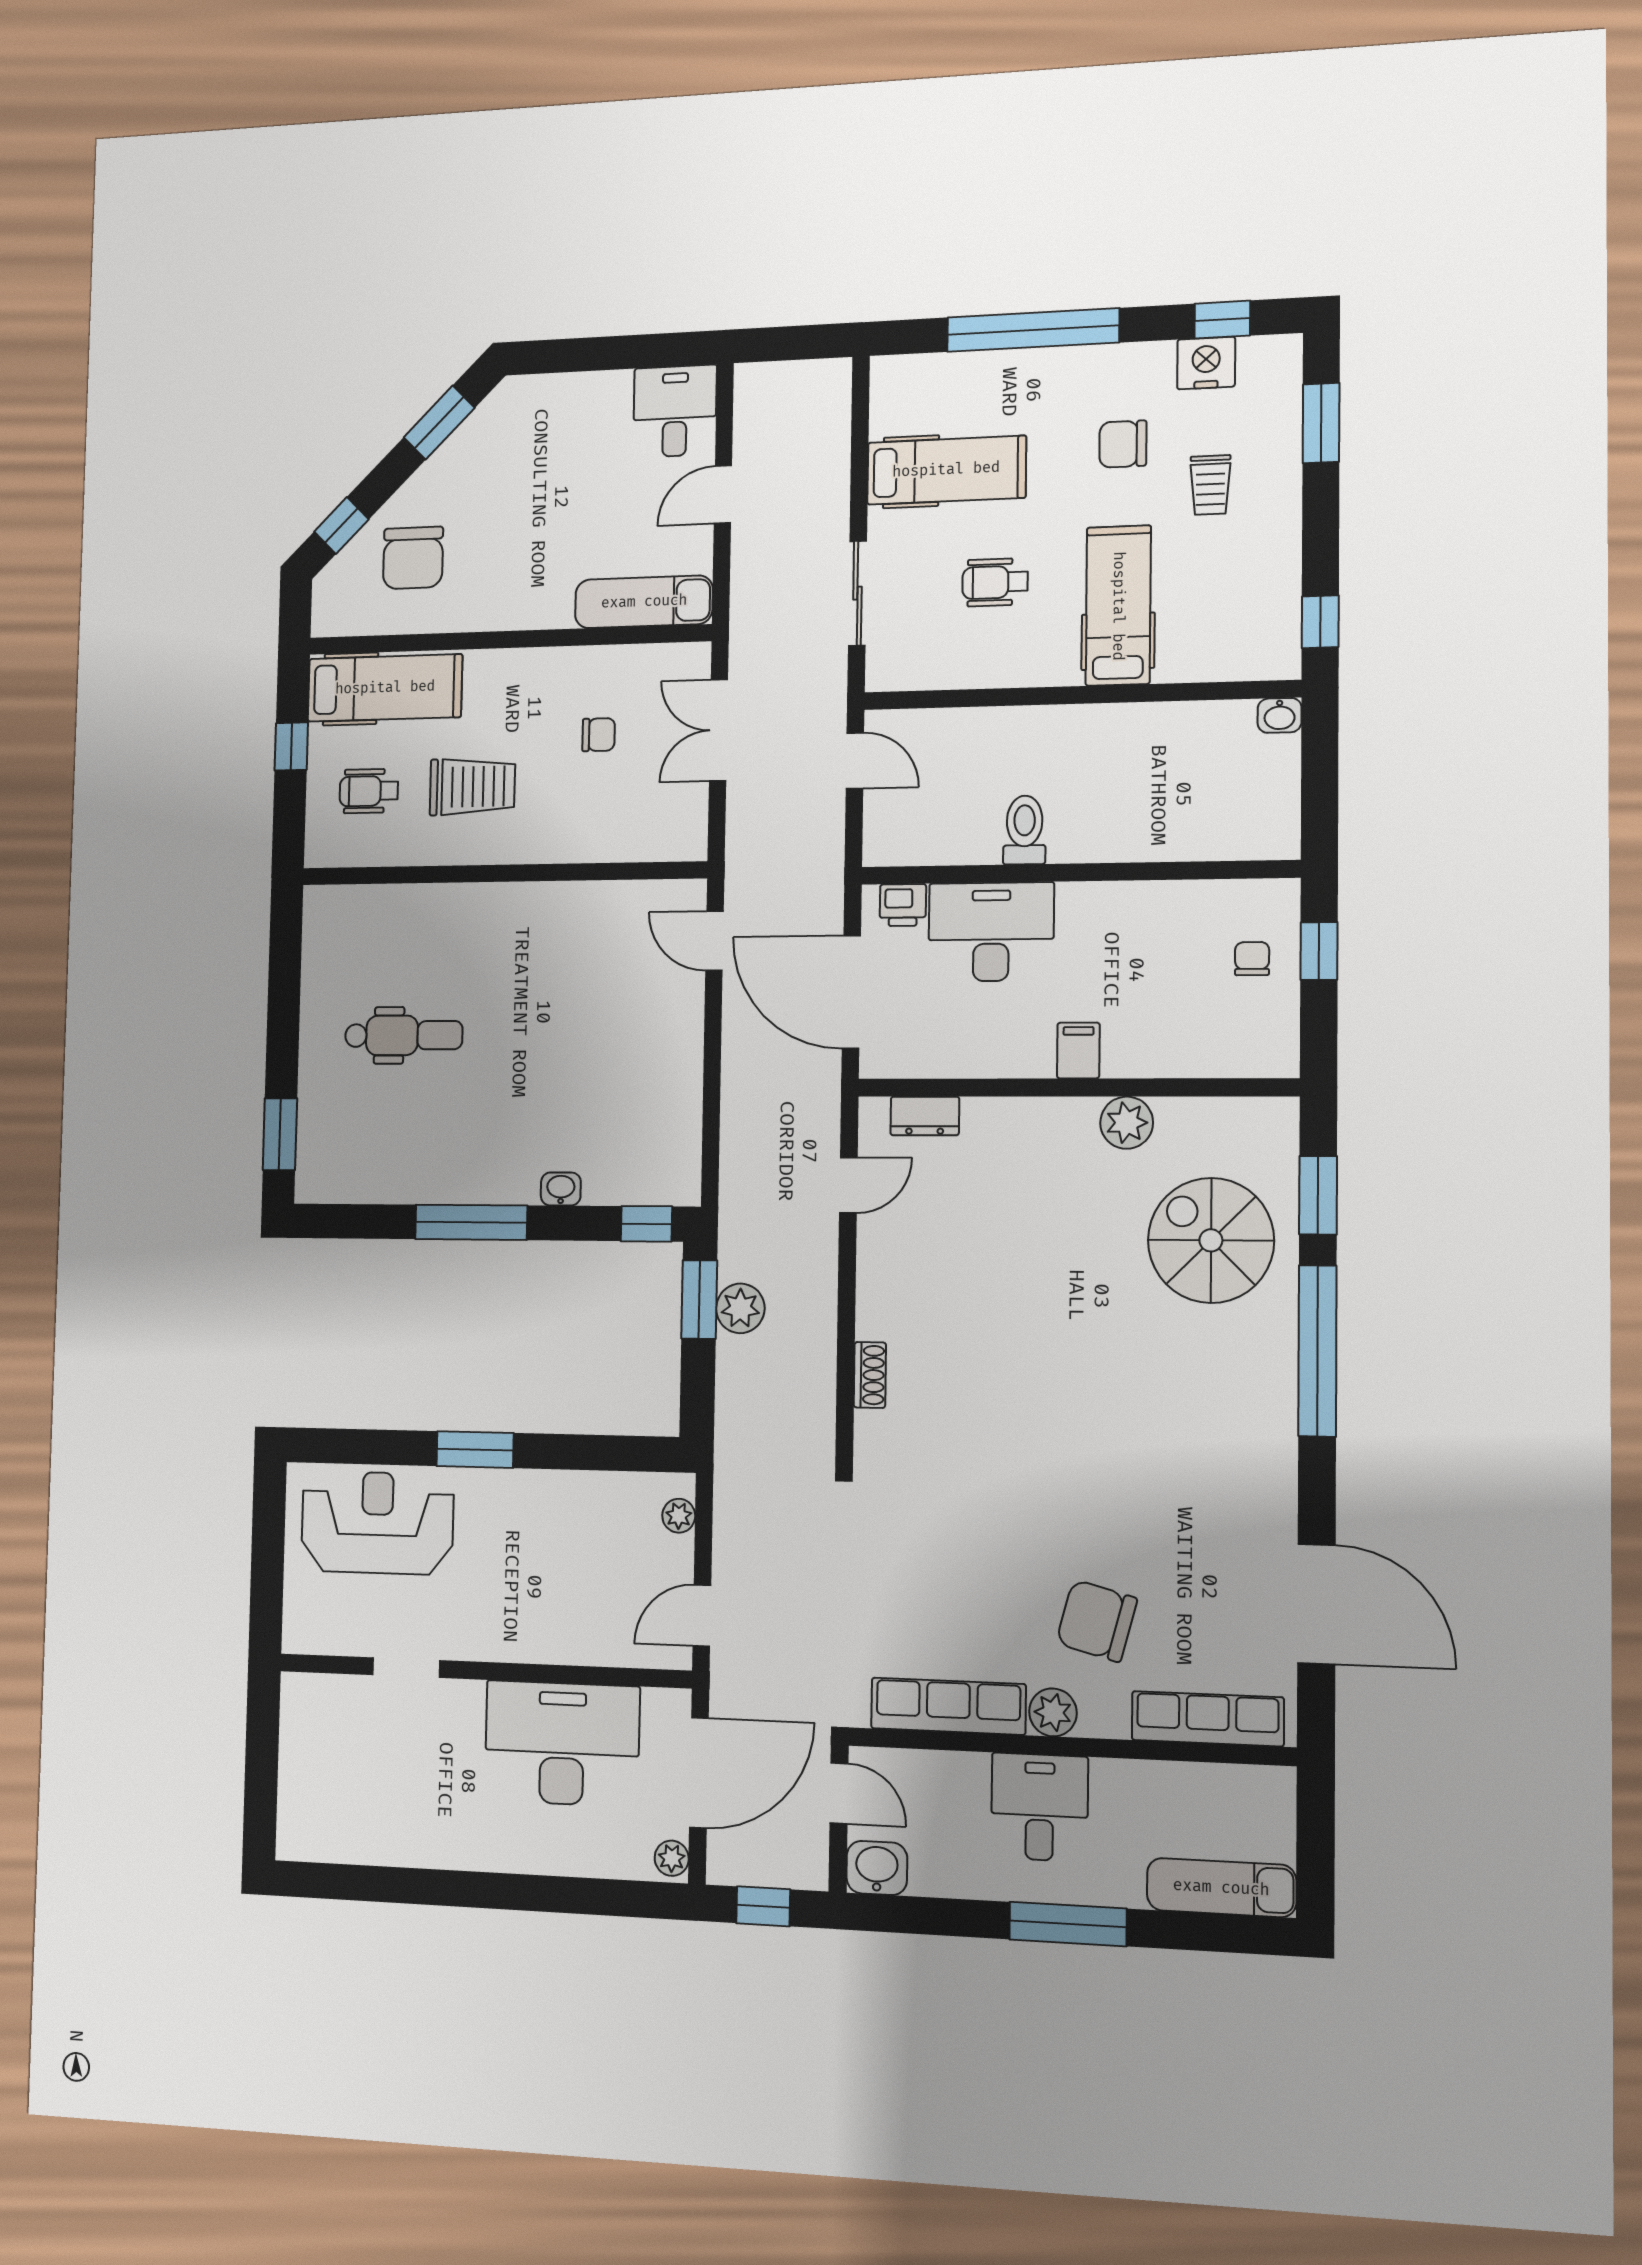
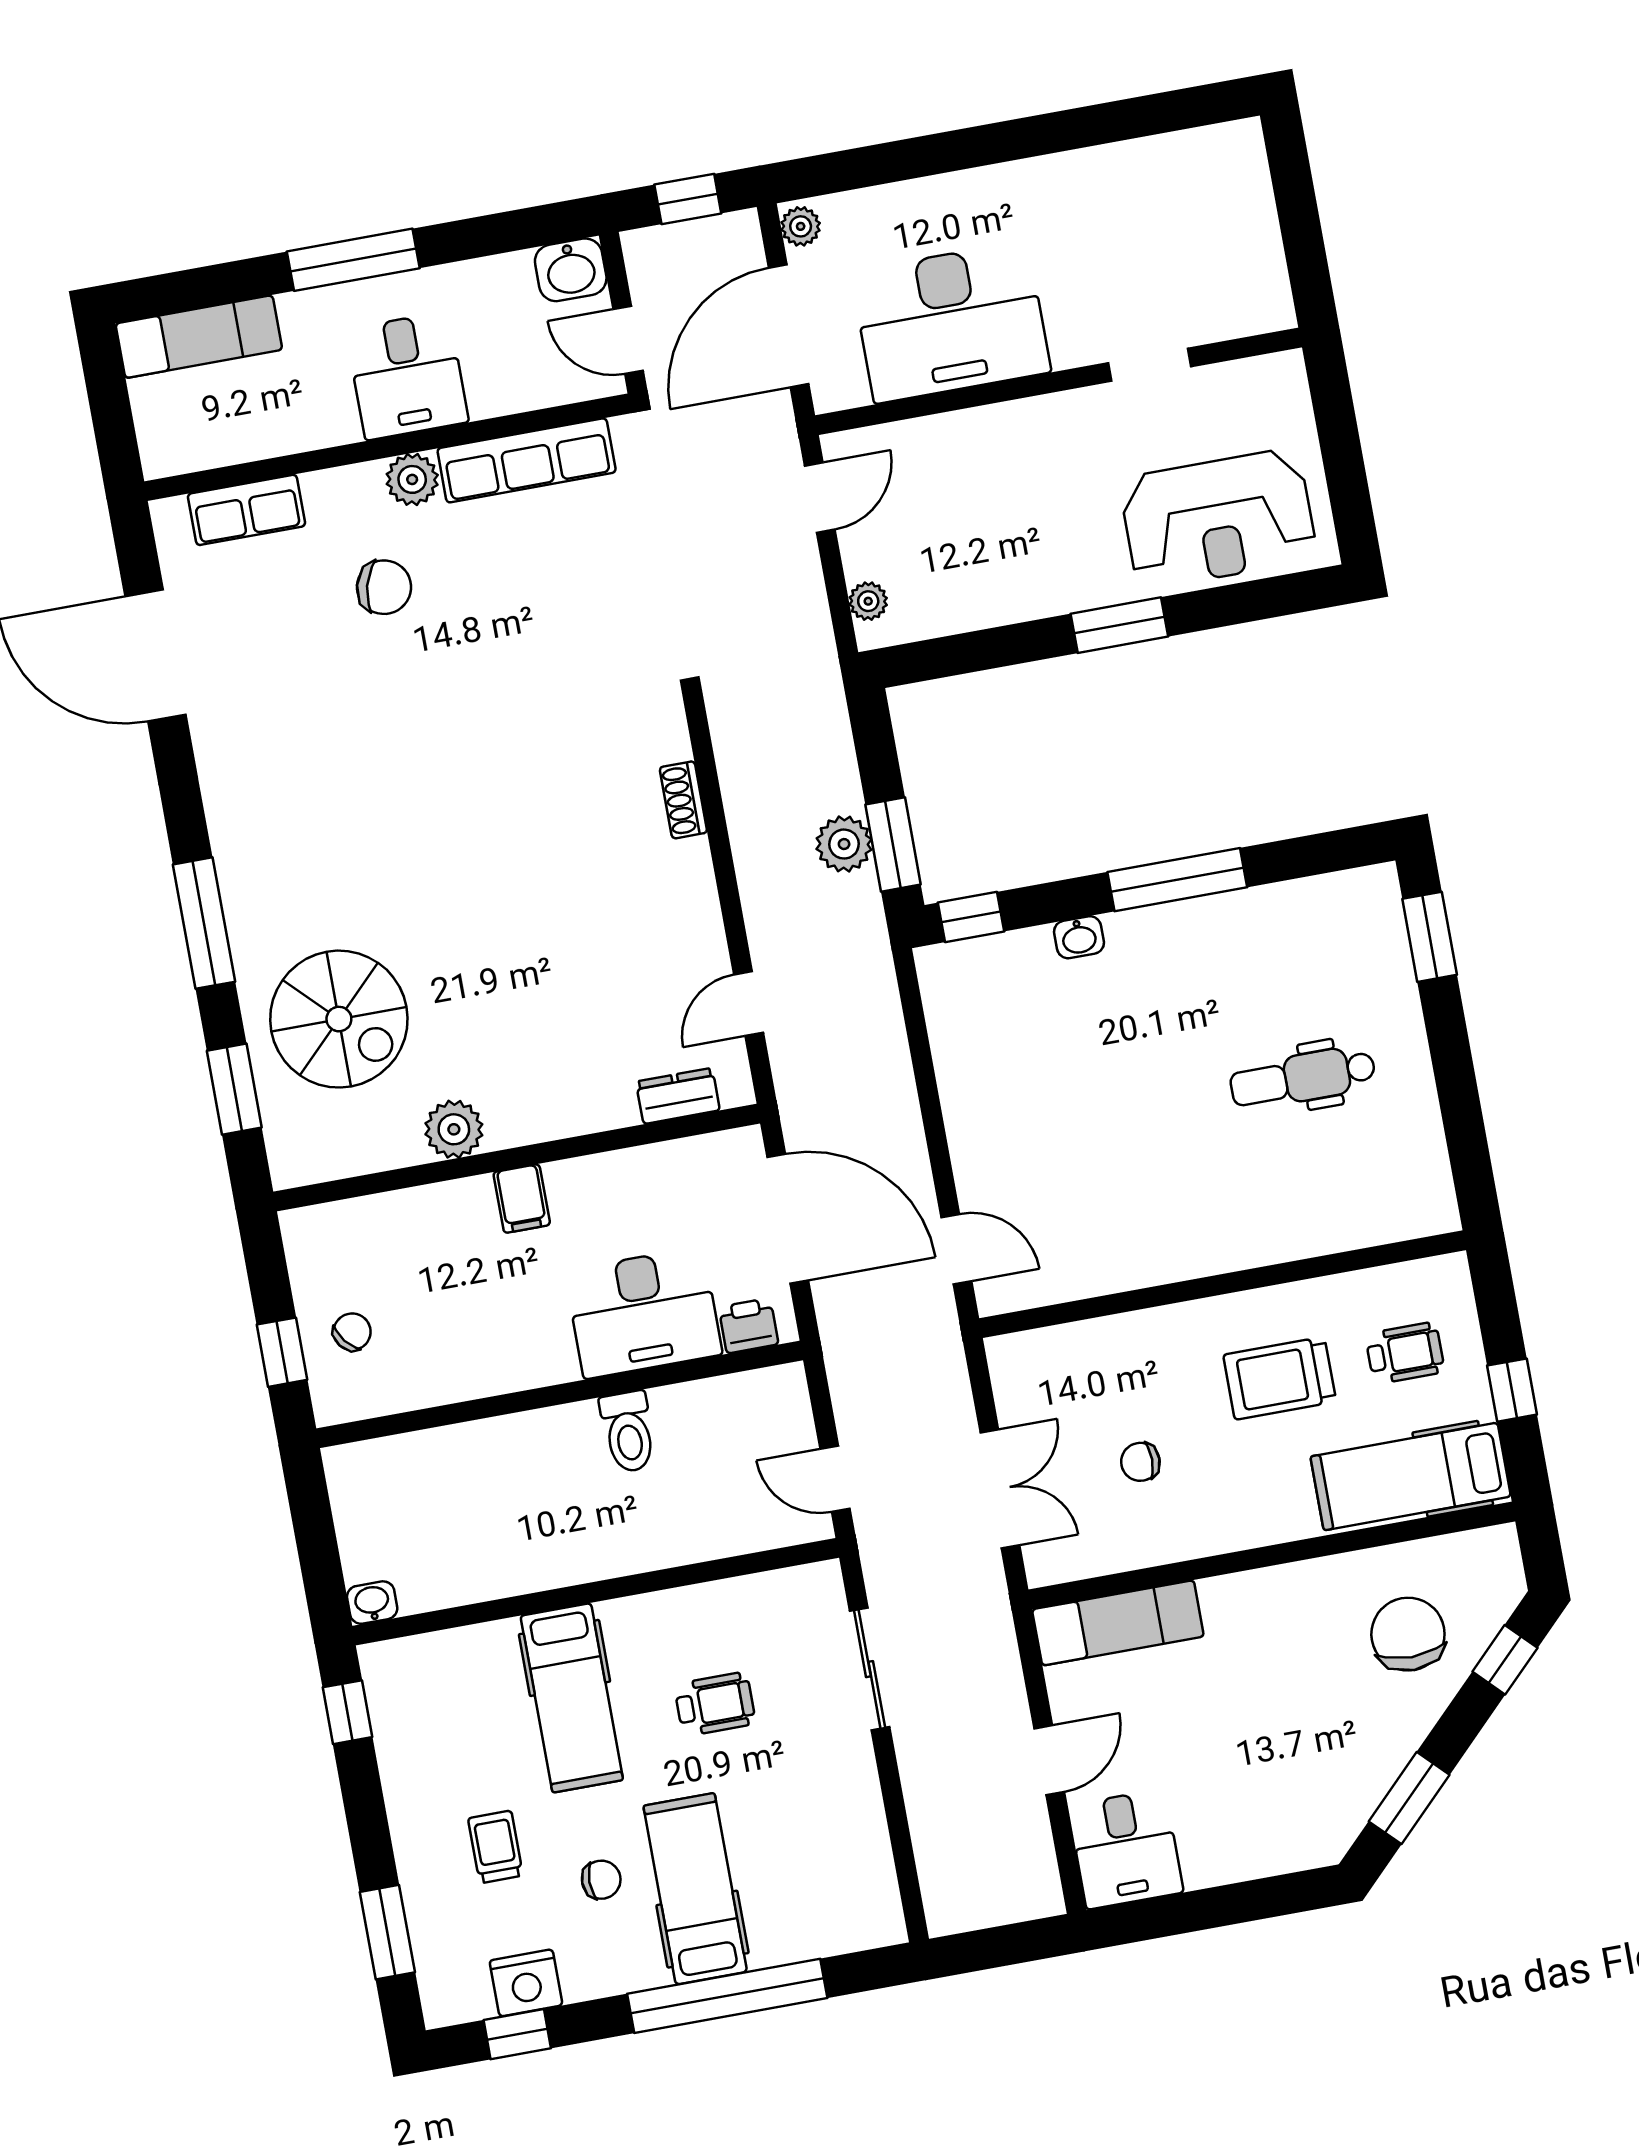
chair: (1123, 444) -> (601, 1880), width x0.73, depth x0.73
hospital bed: (946, 470) -> (695, 1889), moved, turned 90
chair: (1252, 959) -> (352, 1332), turned -128
window: (1317, 1351) -> (204, 923), width x0.68
chair: (1097, 1621) -> (384, 587), width x0.73, depth x0.73
row of seats: (1208, 1719) -> (247, 510), width x0.68

